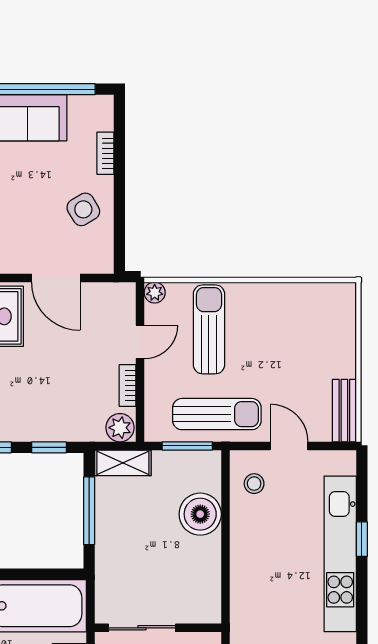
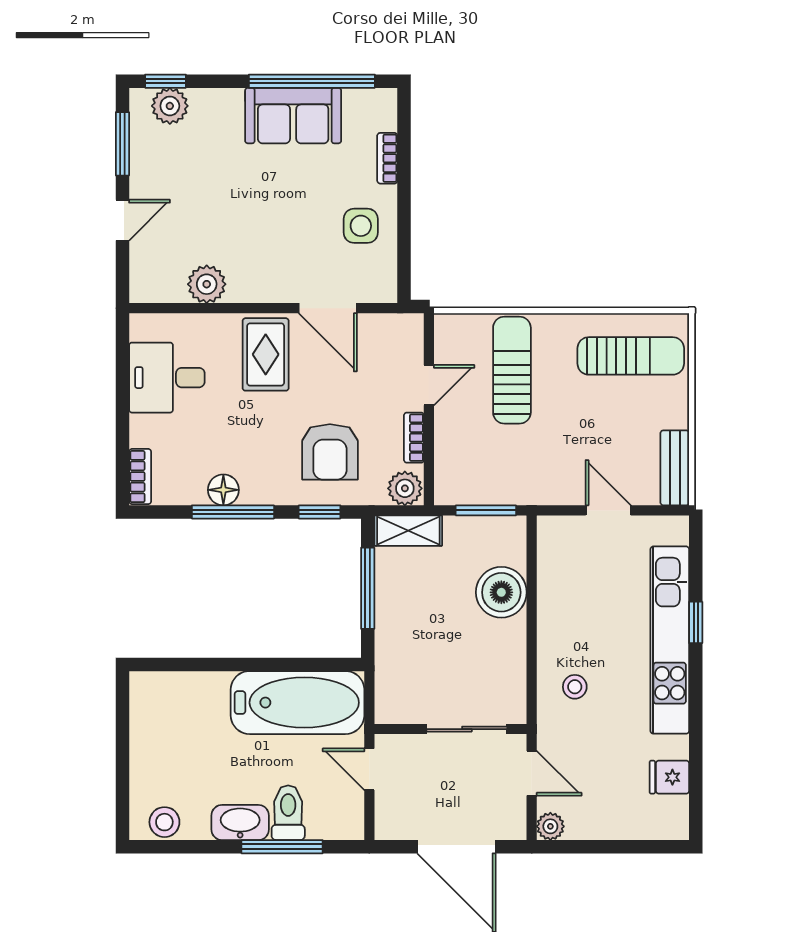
side table: (83, 209) -> (361, 226), turned 31
plant: (155, 293) -> (447, 326), removed
armchair: (58, 397) -> (330, 452), added
sun lounger: (217, 414) -> (631, 356), moved
stool: (254, 484) -> (575, 687), moved
sliding door: (142, 628) -> (467, 729), moved

